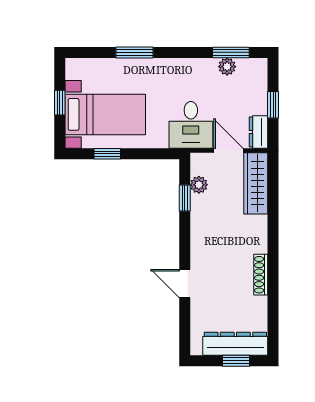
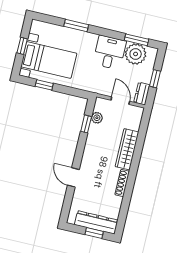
plant: (227, 67) -> (136, 54), width x1.87, depth x1.87
desk: (191, 125) -> (110, 53), moved, turned 180
wardrobe: (256, 183) -> (127, 149), moved

